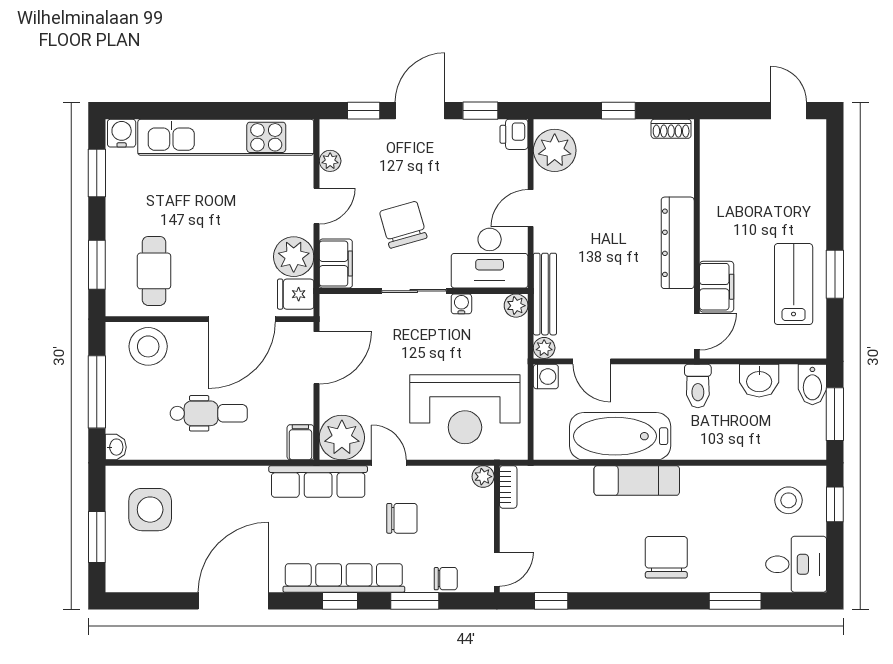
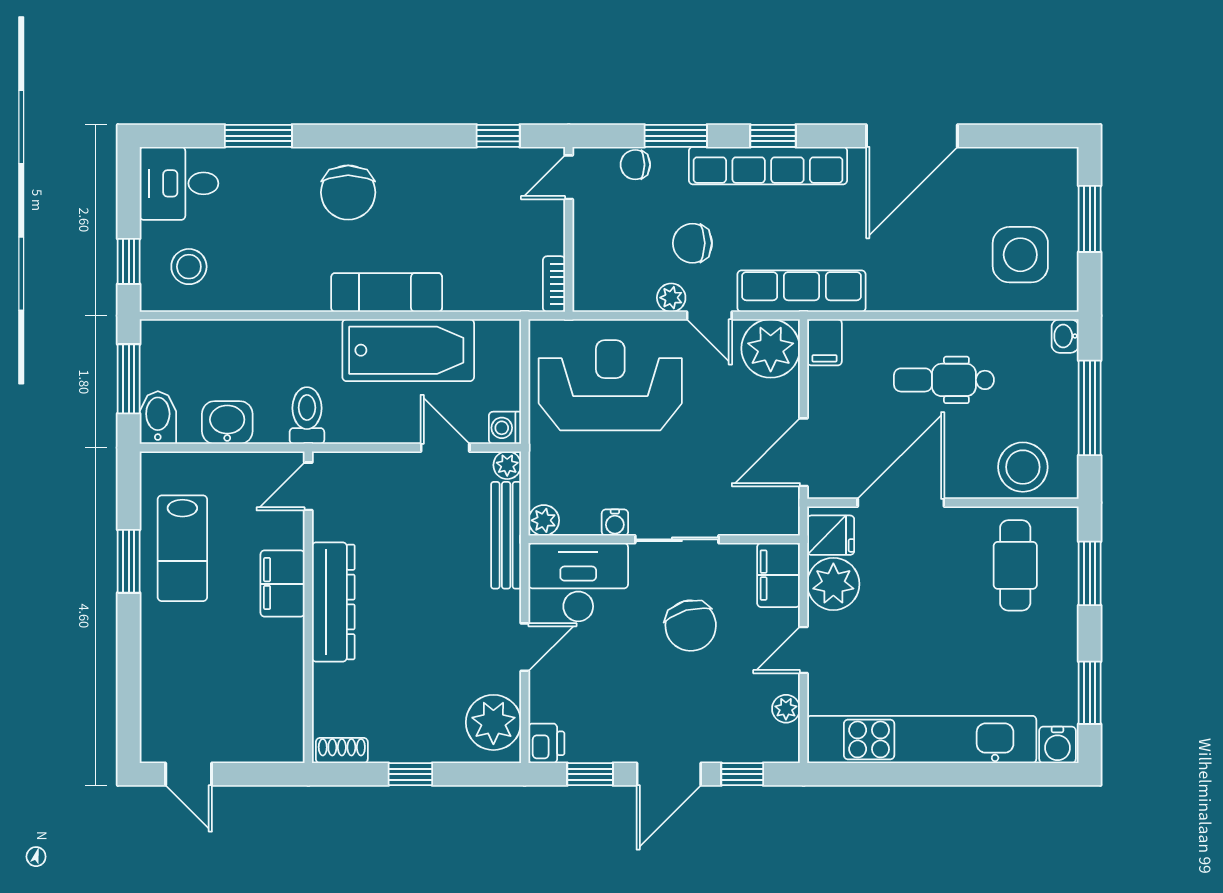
filing cabinet: (717, 287) -> (283, 584), moved
plant: (483, 477) -> (671, 298), moved

